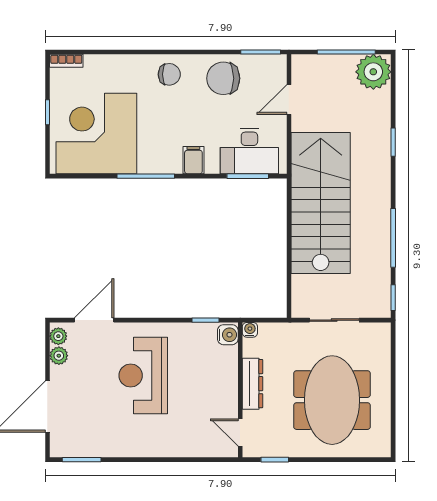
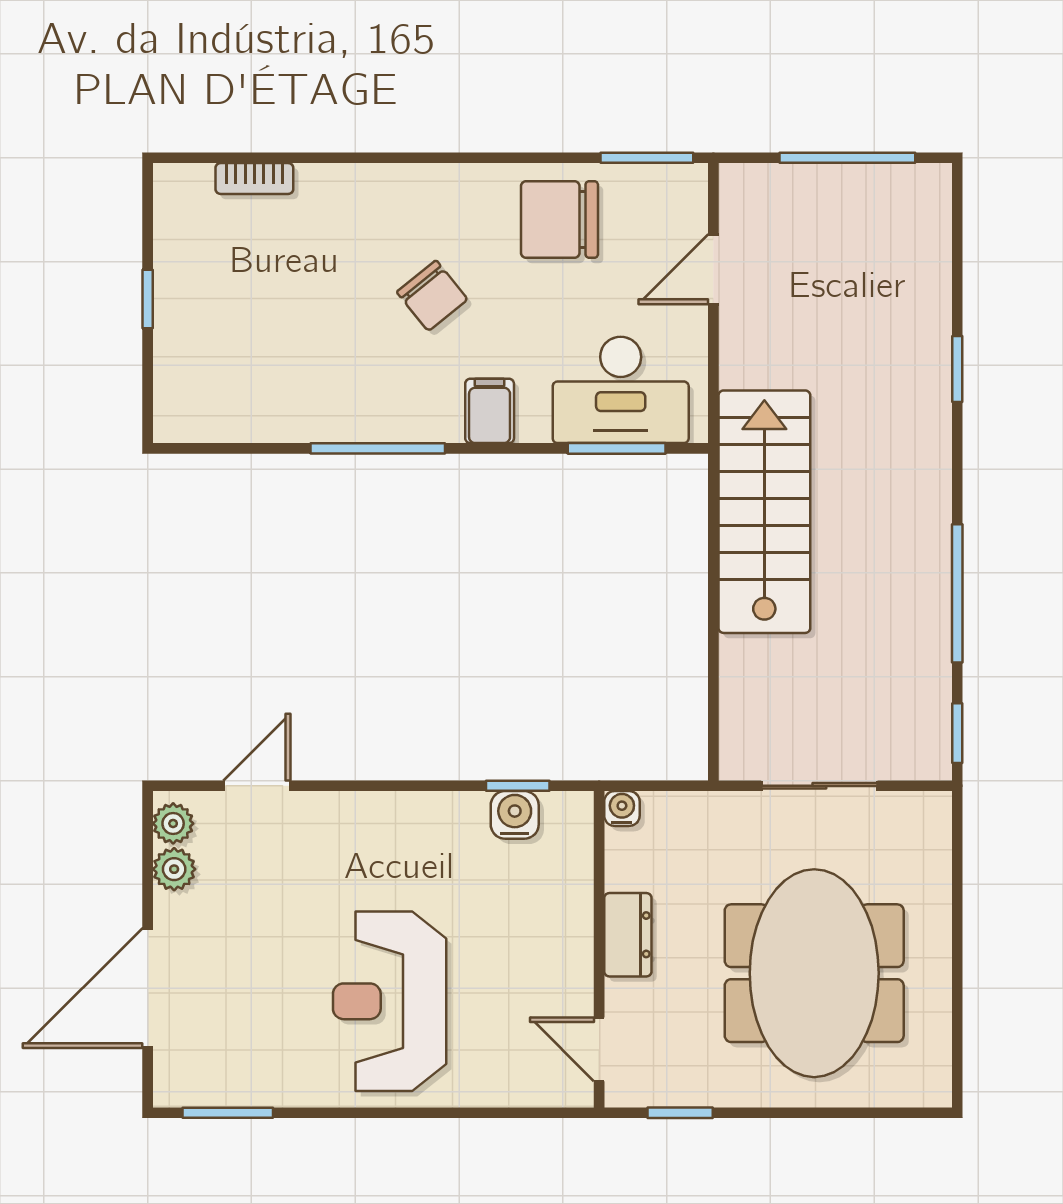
bookcase: (66, 61) -> (254, 179), moved
plant: (373, 72) -> (911, 204), removed
chair: (169, 74) -> (432, 296), moved, turned 51
corner desk: (96, 134) -> (262, 349), removed
stairs: (321, 203) -> (764, 512), width x0.73, depth x0.66
door: (94, 320) -> (257, 786), width x0.73
water cooler: (228, 335) -> (515, 815), moved, turned -90
reception desk: (143, 376) -> (390, 1001), moved
dresser: (252, 384) -> (628, 935), width x0.70

